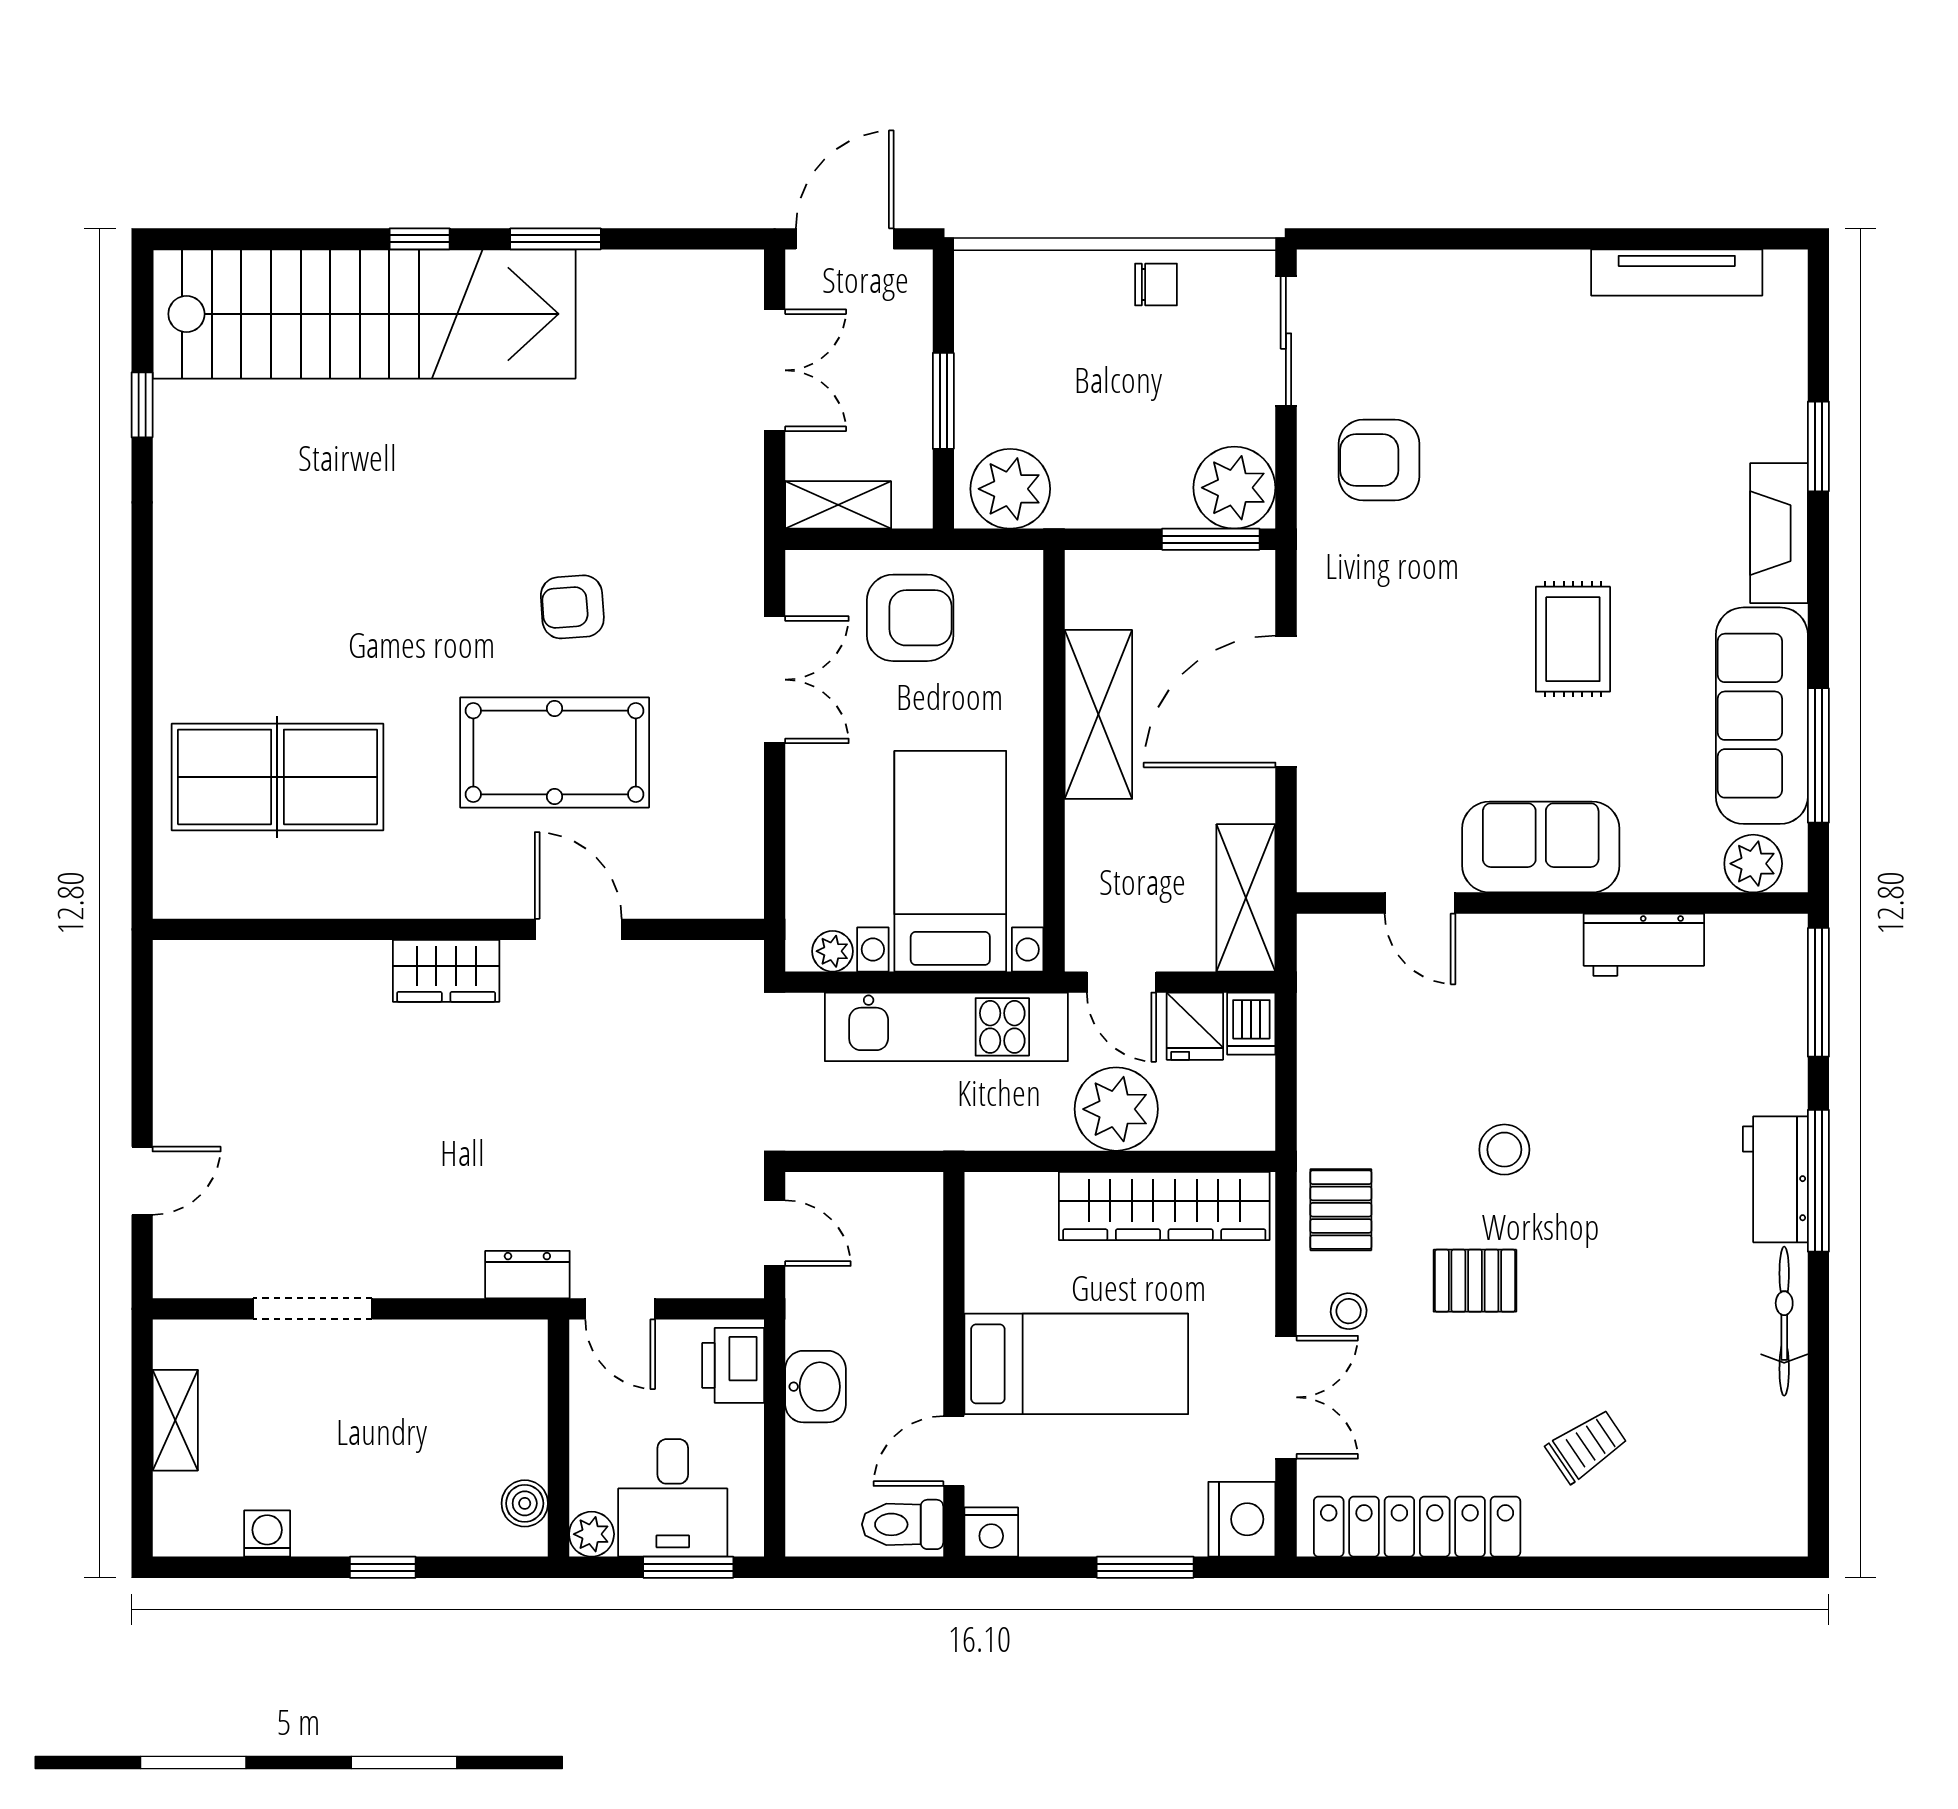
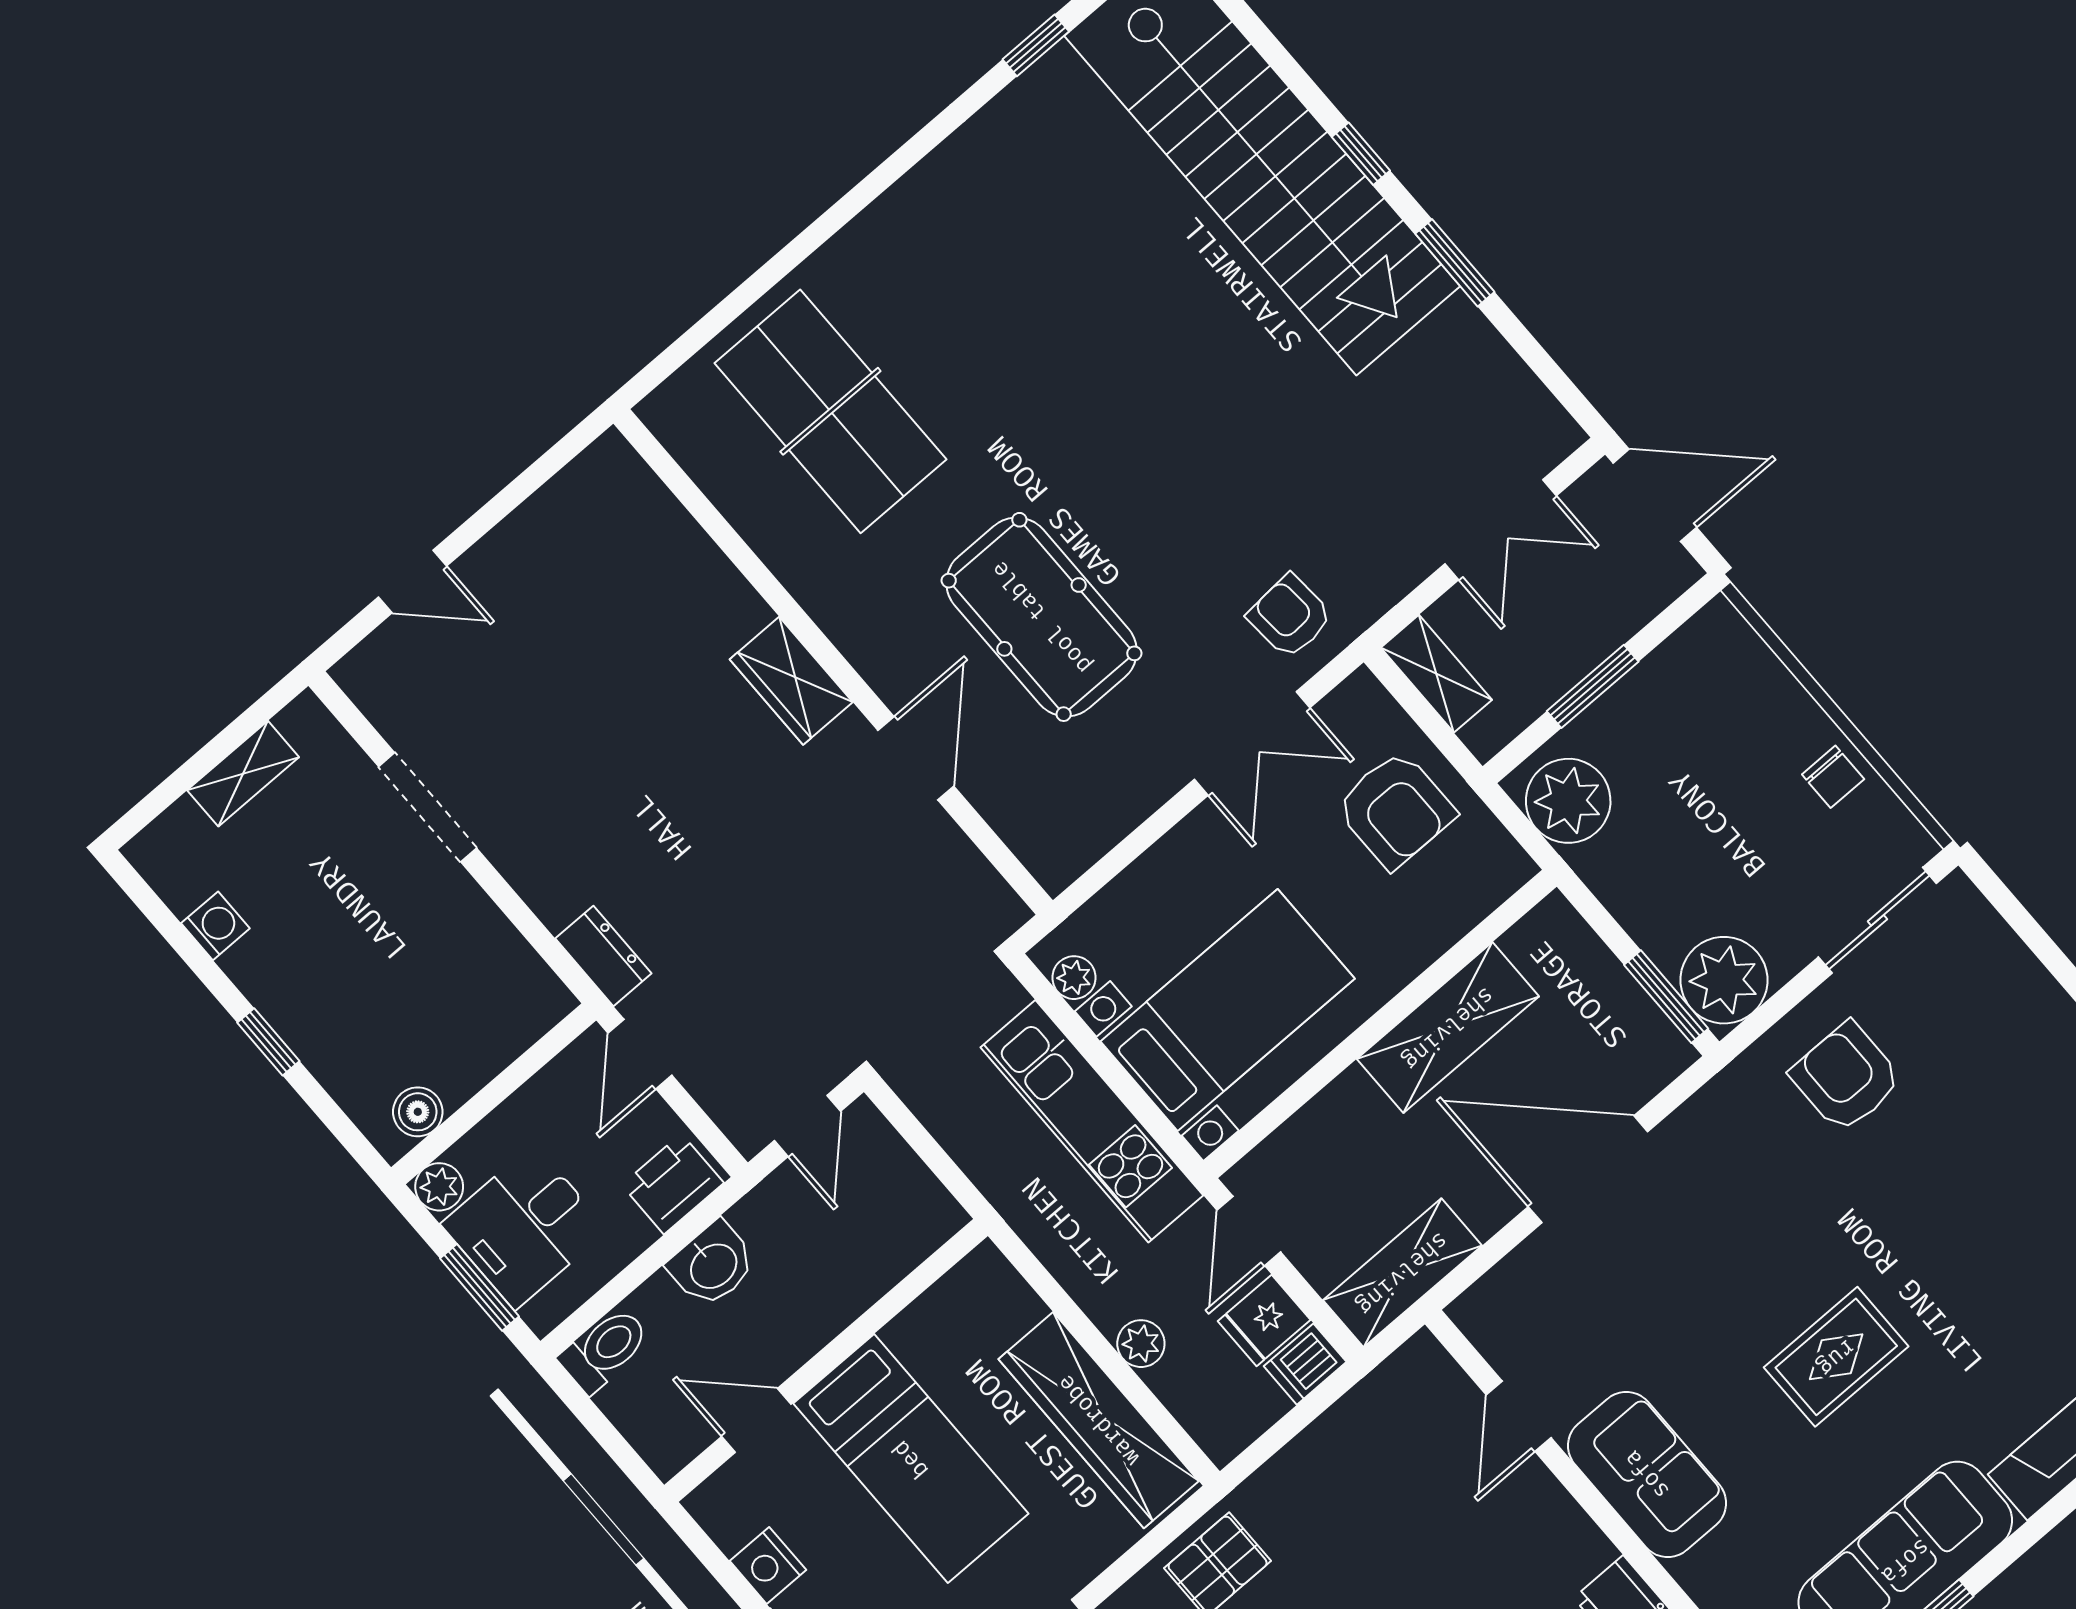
armchair: (572, 607) -> (1290, 616), moved
plant: (1116, 1109) -> (1141, 1344), width x0.53, depth x0.53
toilet: (903, 1524) -> (605, 1350), moved, turned 90
nightstand: (991, 1532) -> (768, 1565), moved

